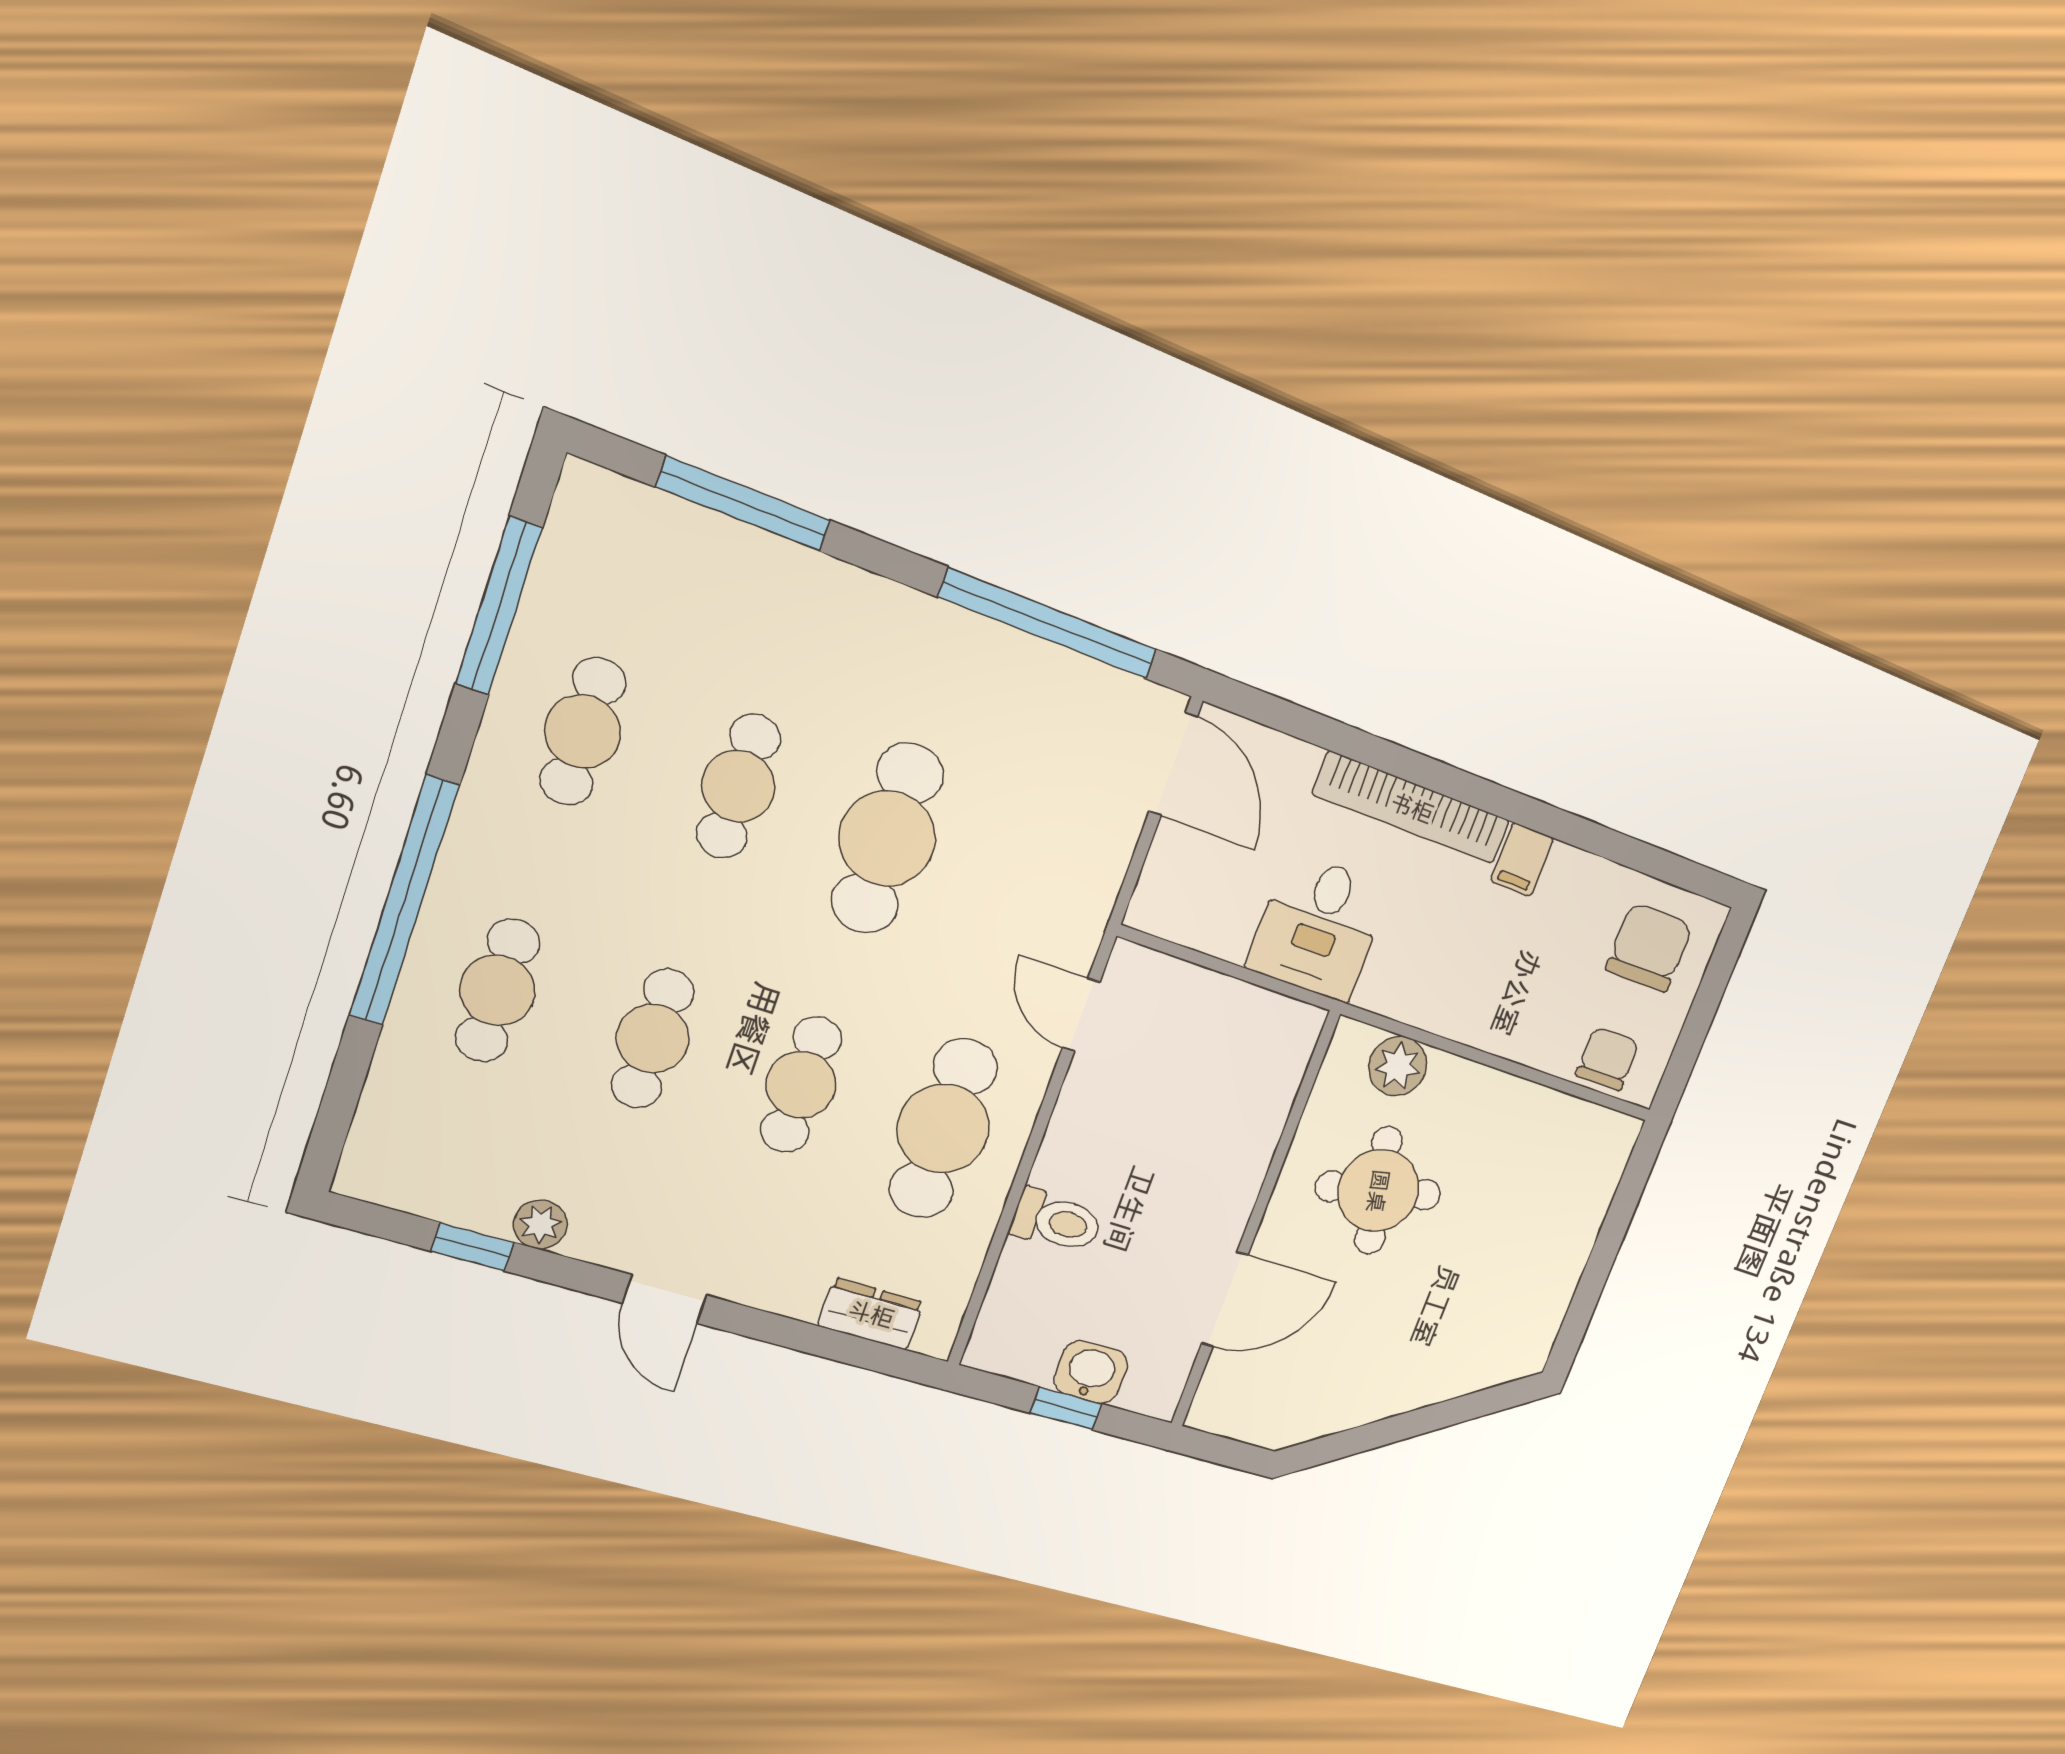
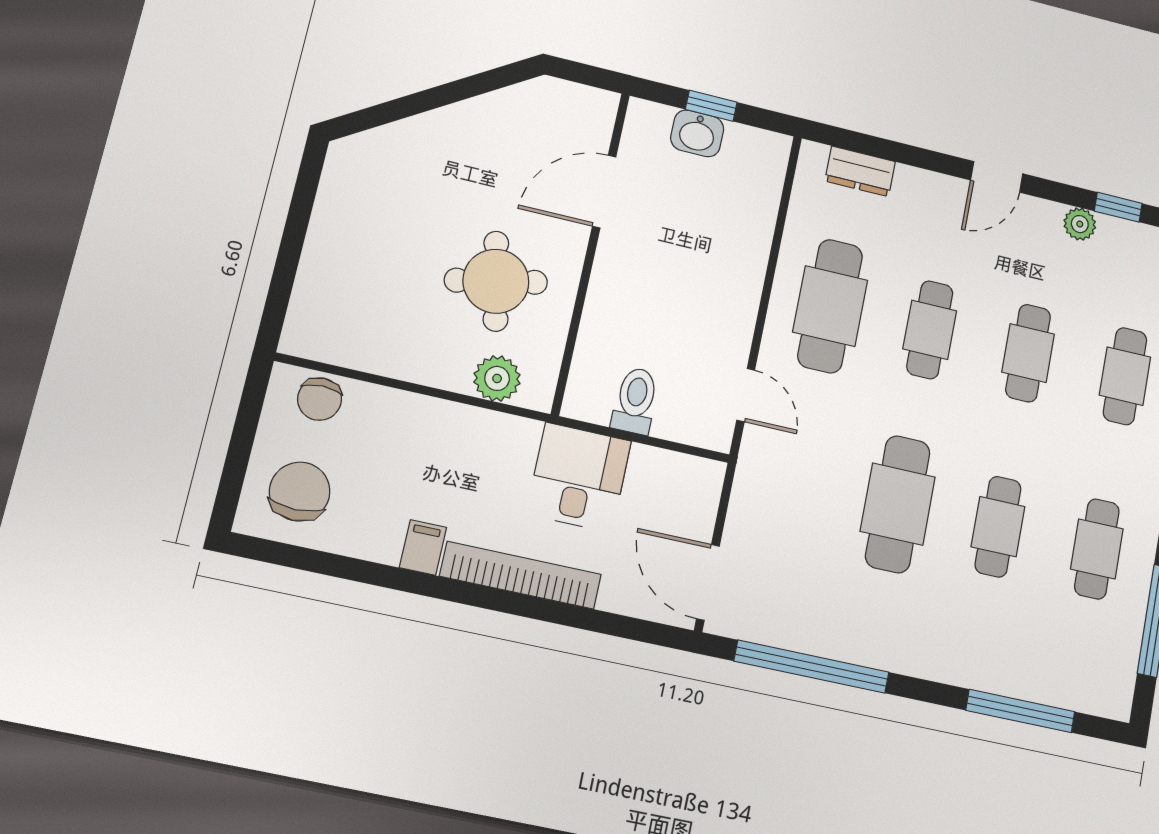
chair: (1649, 947) -> (300, 492), turned 180
toilet: (1056, 1221) -> (635, 401), moved, turned 90
door: (665, 1299) -> (997, 177), swing flipped

